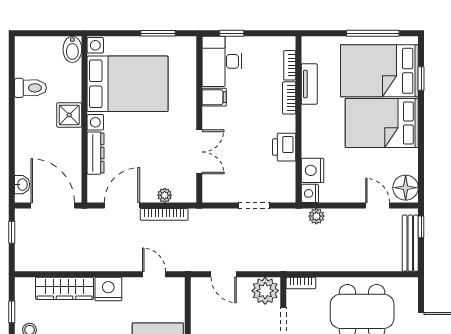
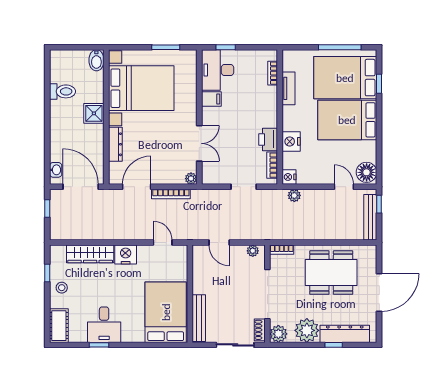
bookcase: (289, 98) -> (272, 165), moved
nightstand: (312, 170) -> (291, 141), moved
plant: (165, 195) -> (191, 179), moved
plant: (265, 291) -> (253, 251), width x0.53, depth x0.53

